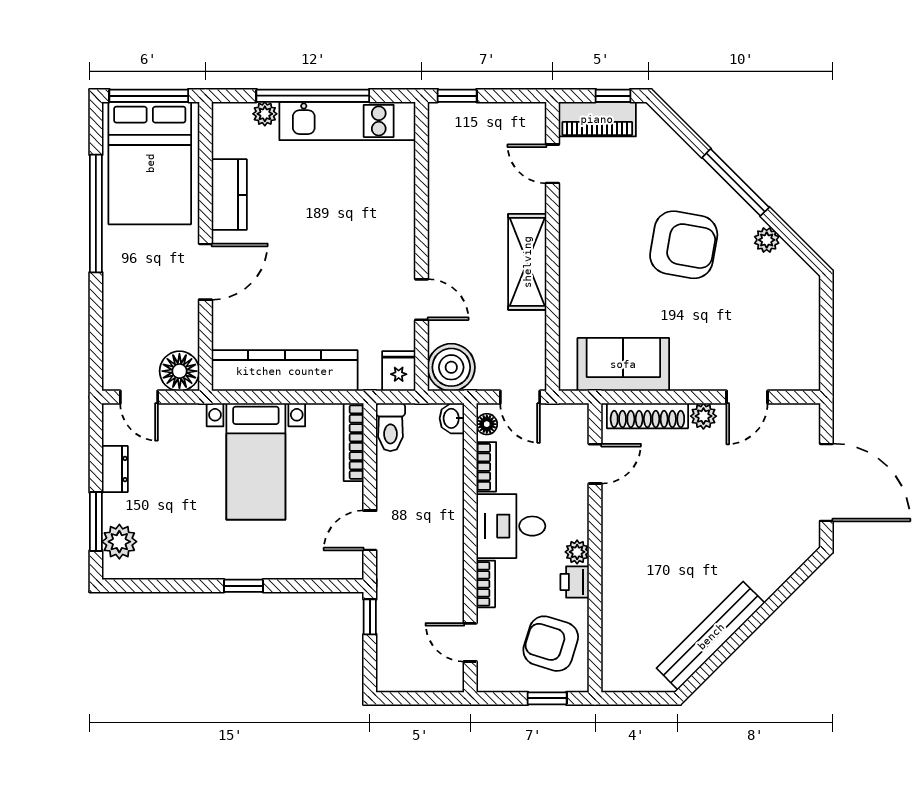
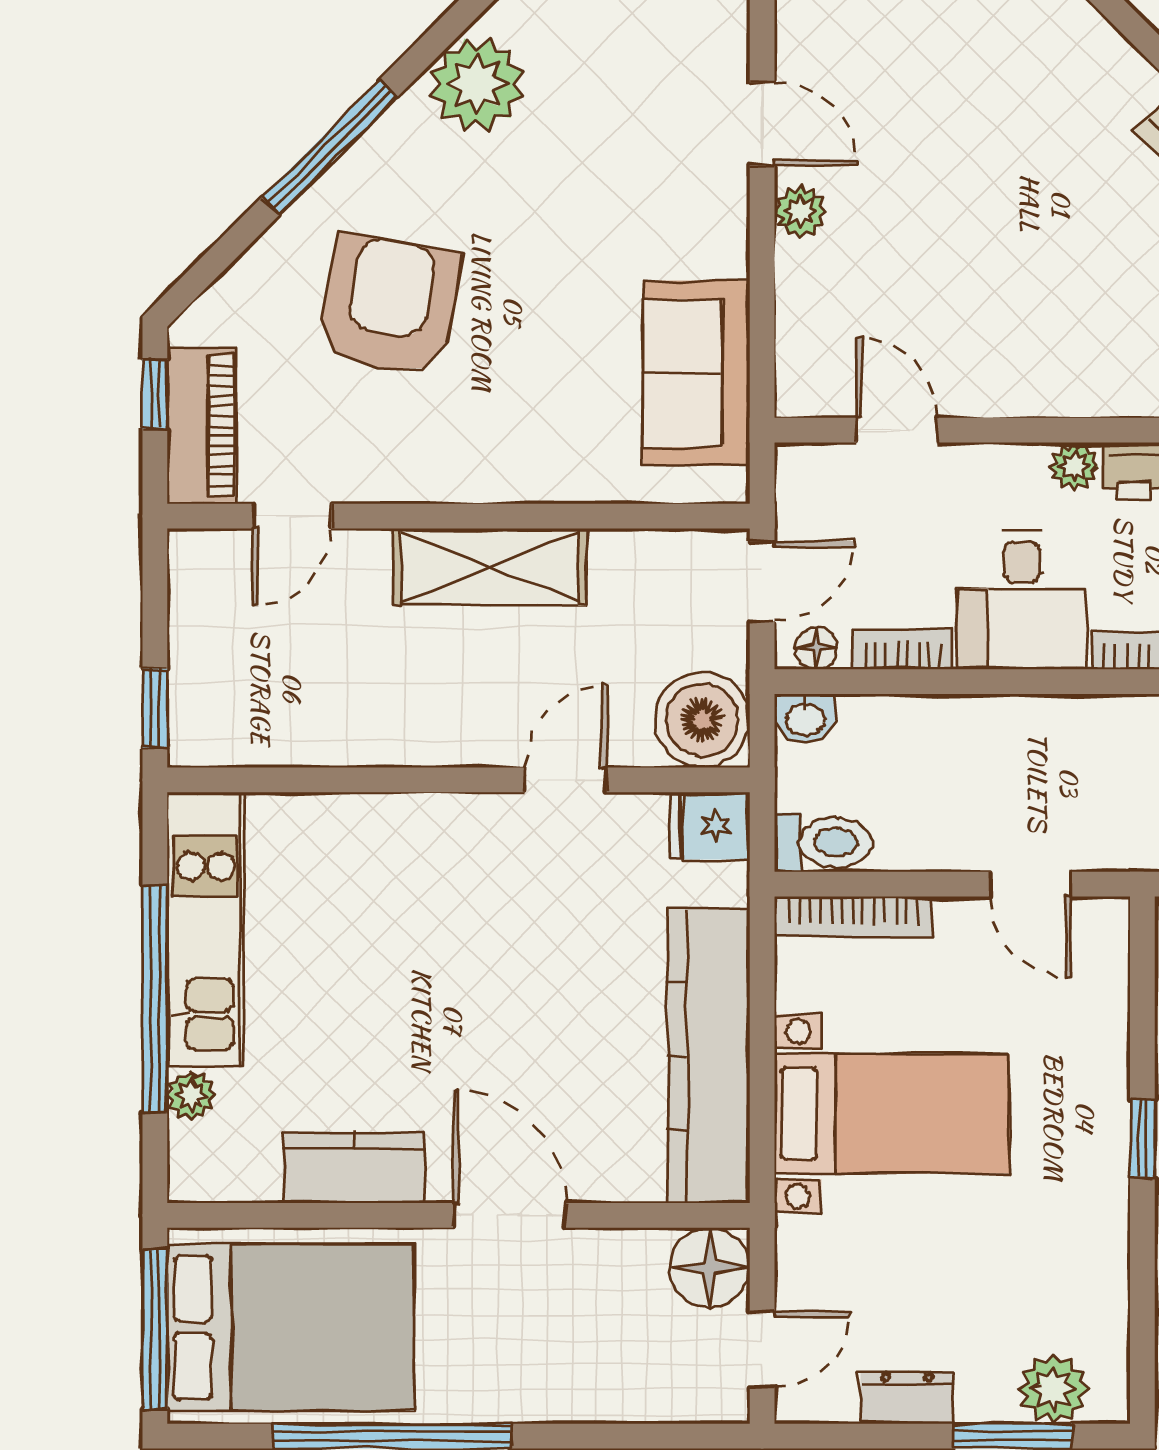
plant: (767, 240) -> (477, 84), width x1.87, depth x1.87
armchair: (684, 245) -> (389, 305), moved
shoe rack: (647, 416) -> (800, 325), removed

